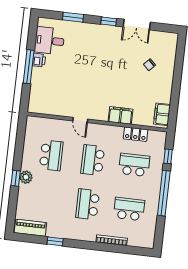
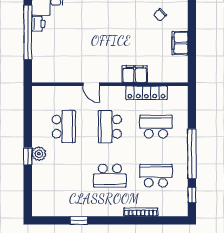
window: (29, 67) -> (28, 32), width x1.46
filing cabinet: (162, 114) -> (180, 43), moved
locker: (136, 134) -> (146, 93), width x1.53
window: (168, 156) -> (192, 195), moved
school desk: (88, 204) -> (110, 176), turned -90
piano: (30, 228) -> (50, 209), removed

